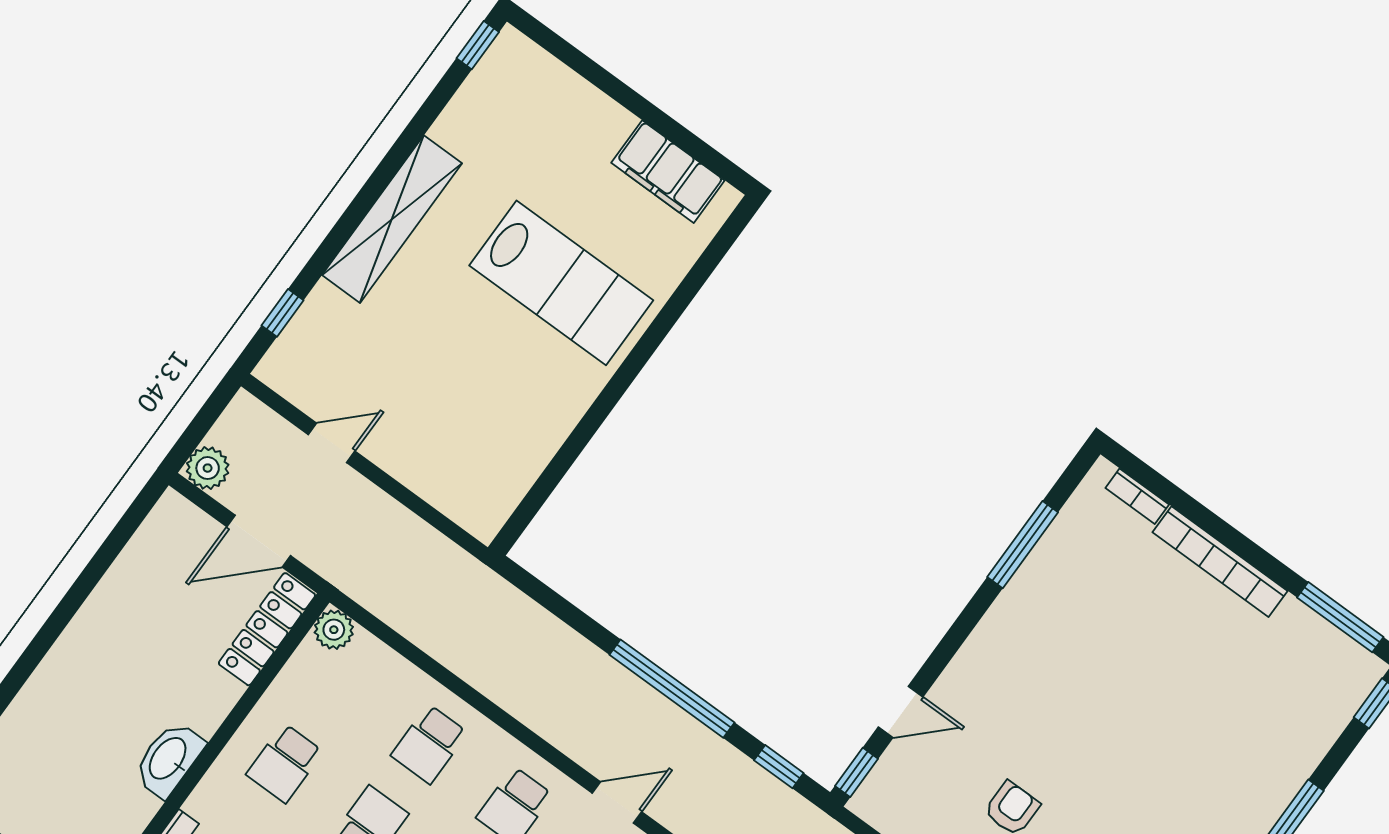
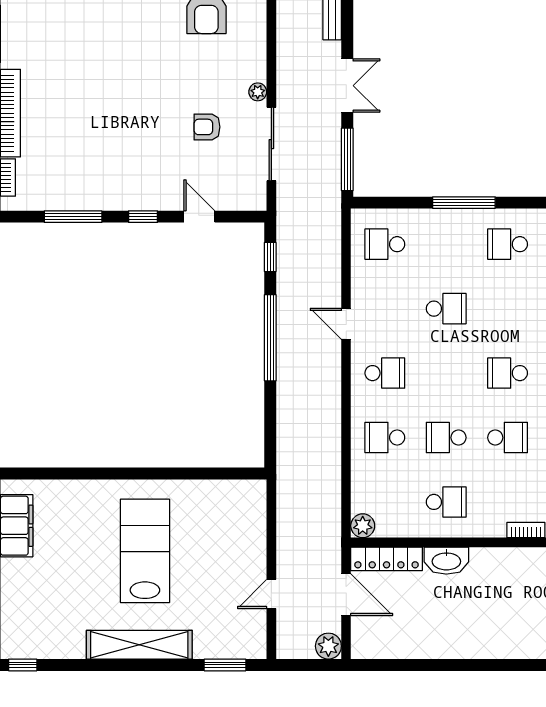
lab bench: (561, 283) -> (145, 551), moved
window: (282, 313) -> (225, 665), width x1.50
door: (332, 443) -> (271, 594), hinge flipped
school desk: (429, 744) -> (385, 438), turned 180
washbasin: (169, 759) -> (446, 561), moved
window: (857, 772) -> (143, 217), moved

